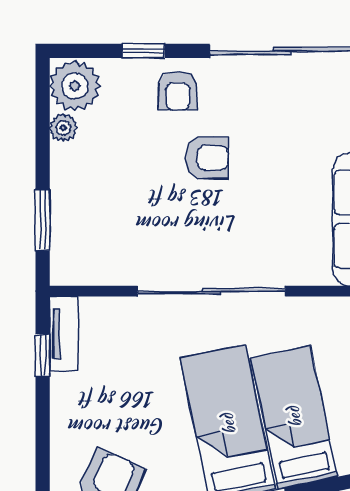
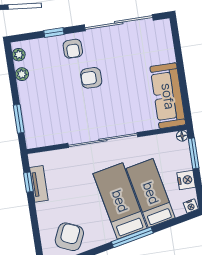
plant: (75, 86) -> (19, 55), width x0.53, depth x0.53
armchair: (207, 158) -> (91, 78), turned 180
tv unit: (64, 334) -> (39, 184), moved

